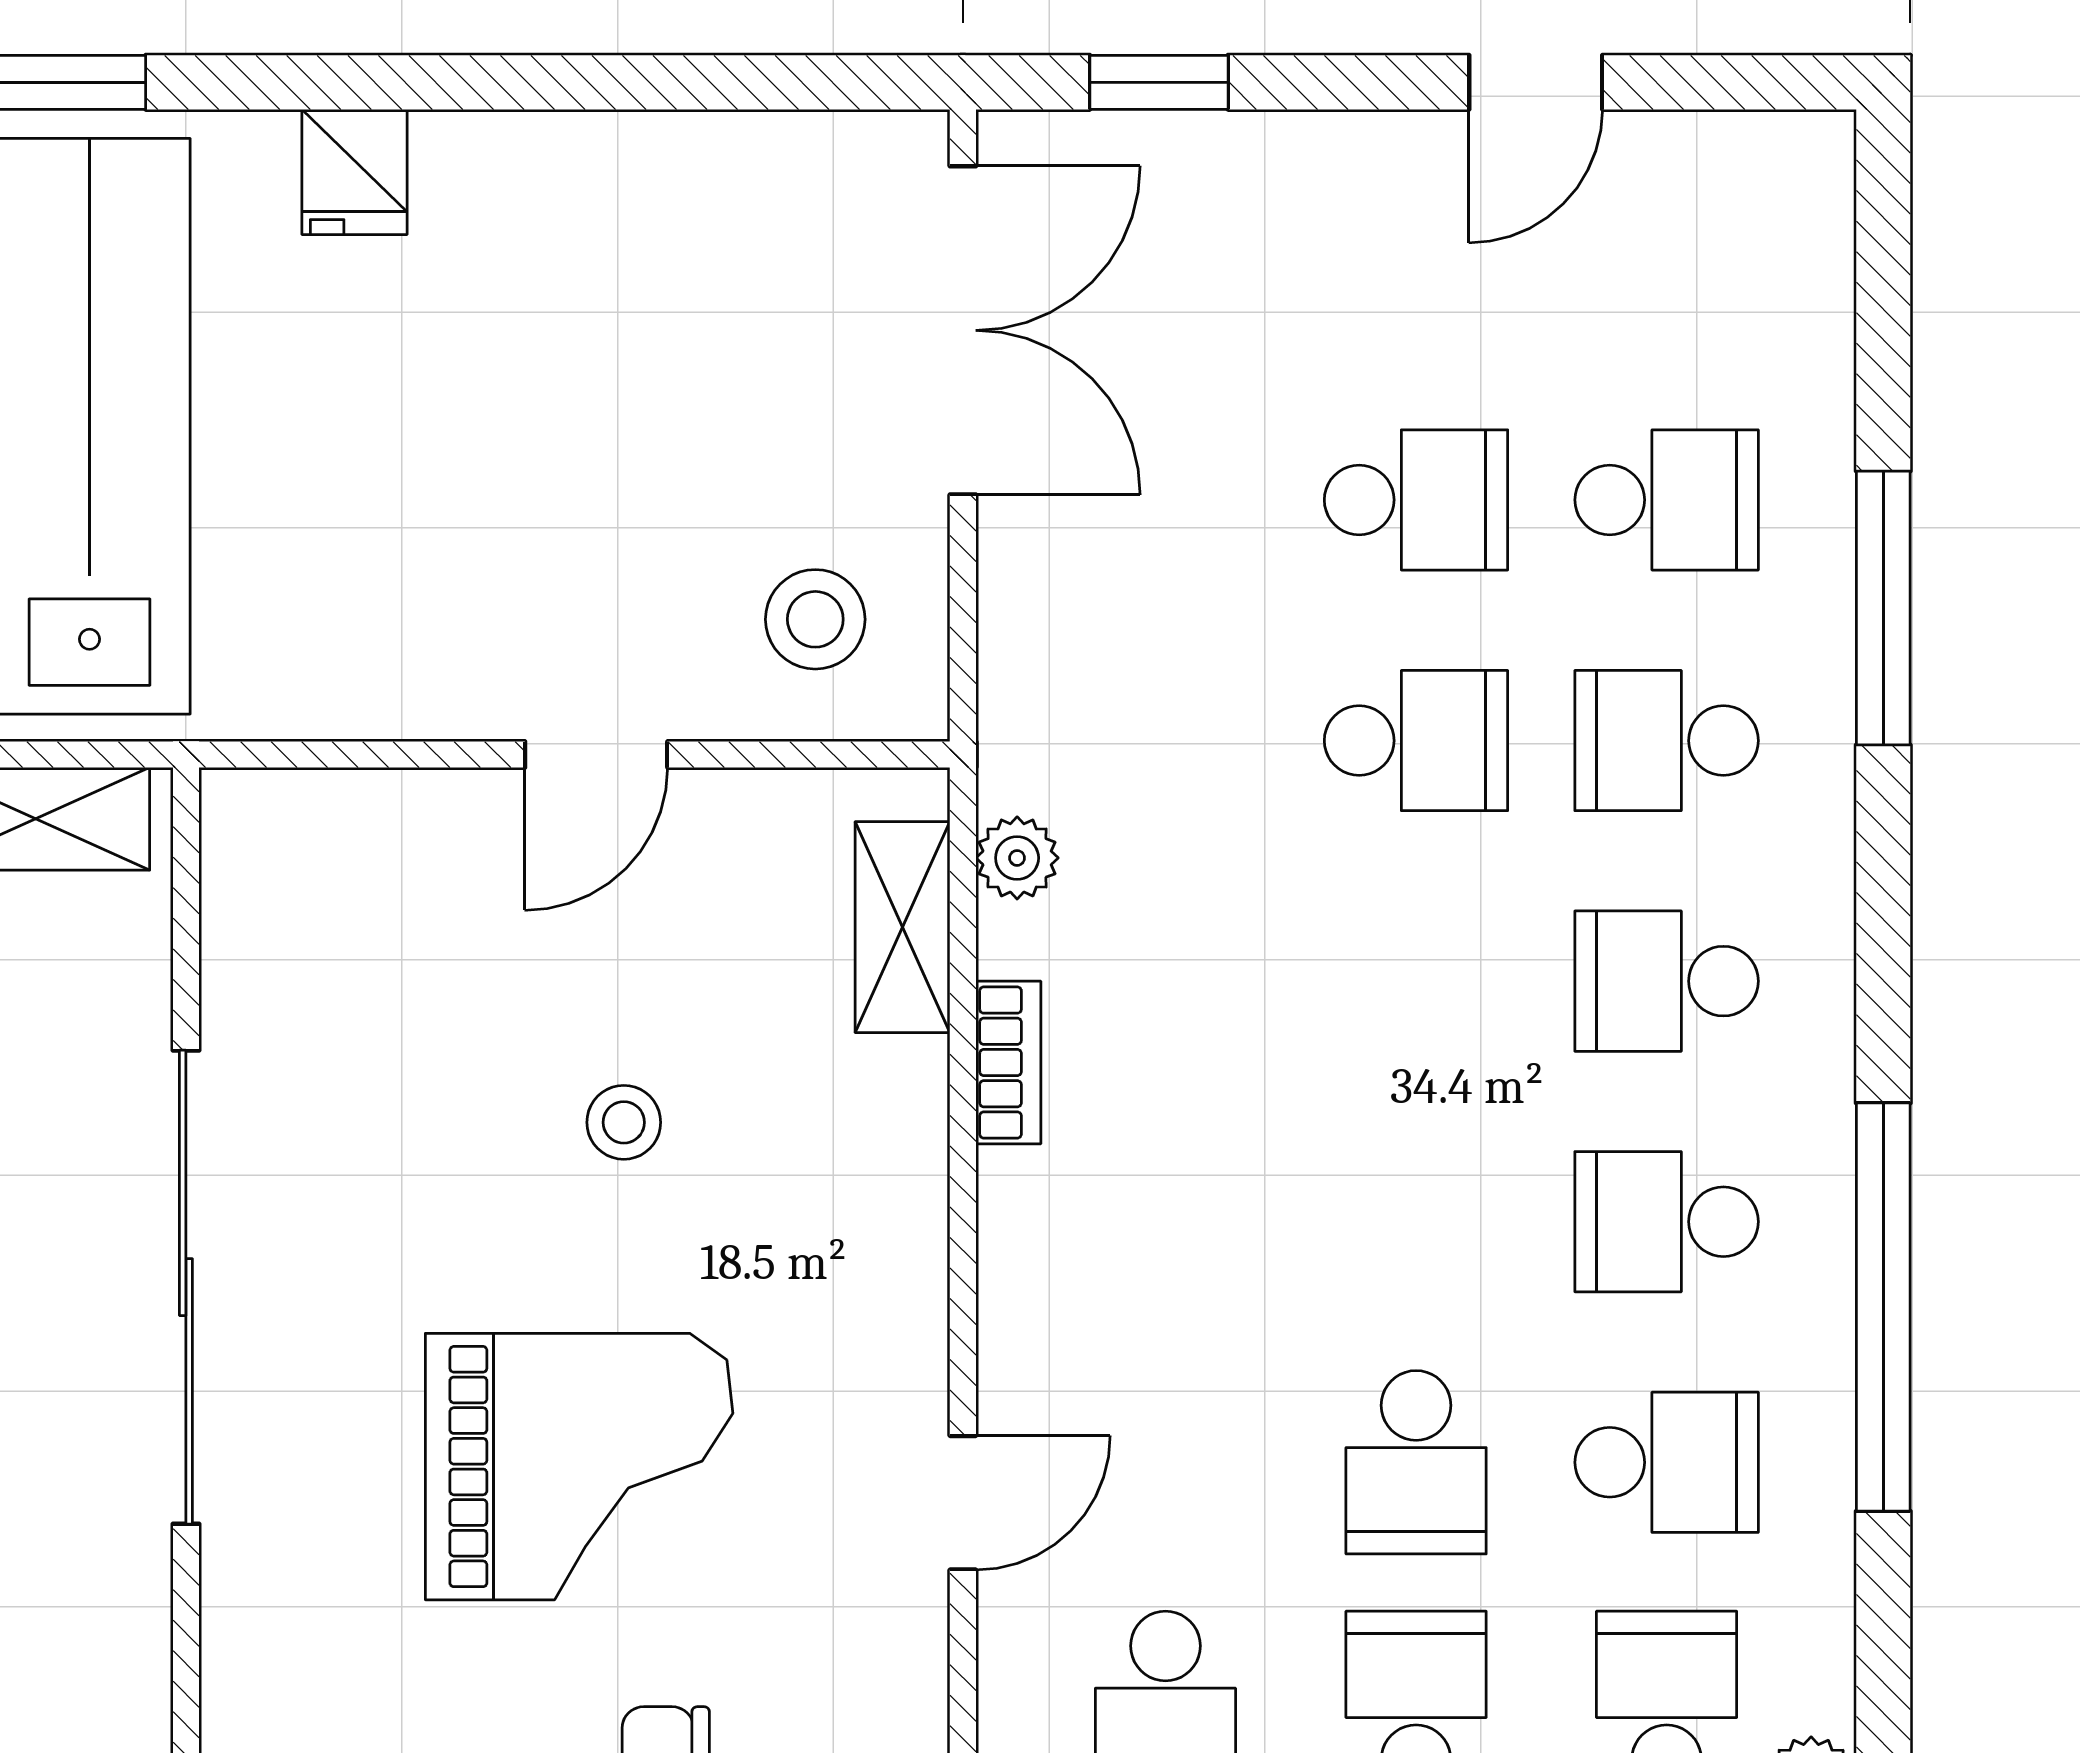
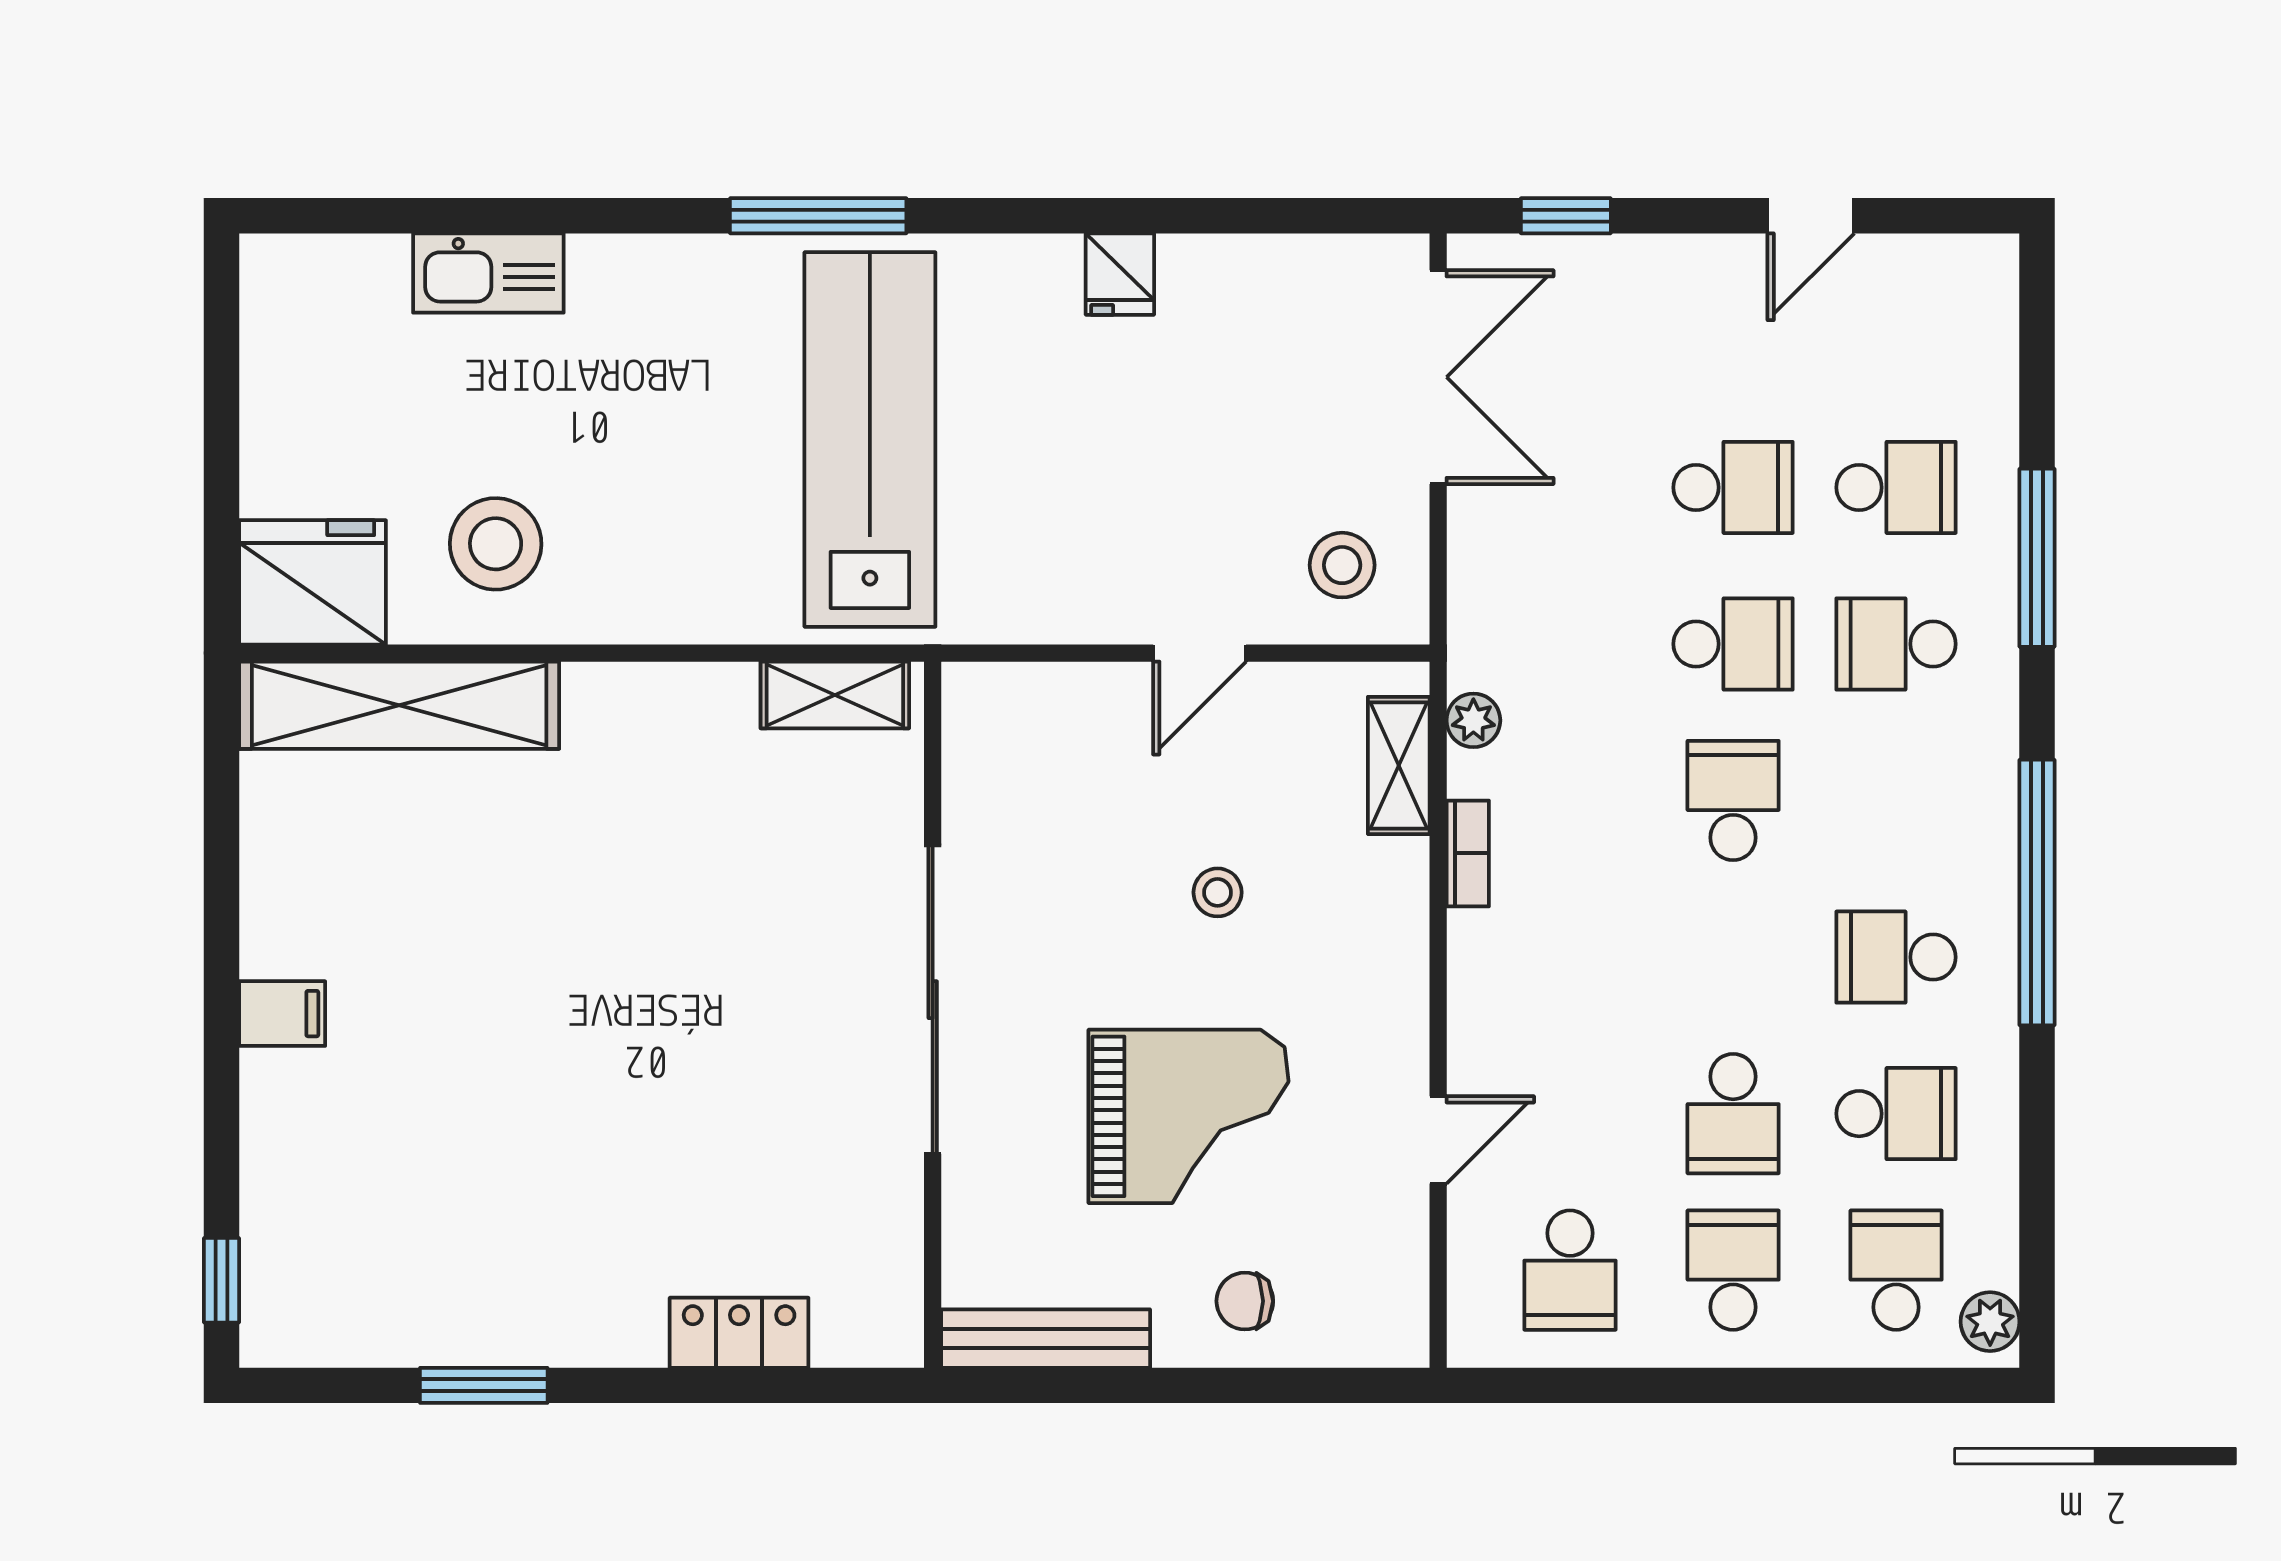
fridge: (354, 172) -> (1120, 274), moved
school desk: (1667, 981) -> (1733, 801), moved, turned 90
window: (1883, 1307) -> (2037, 892), moved

